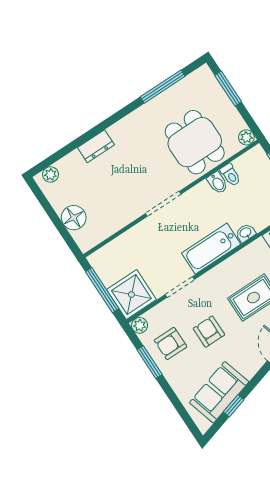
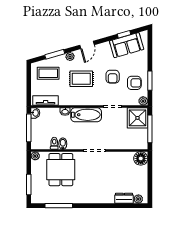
dresser: (96, 146) -> (124, 198), moved
floor lamp: (74, 218) -> (141, 158), moved

